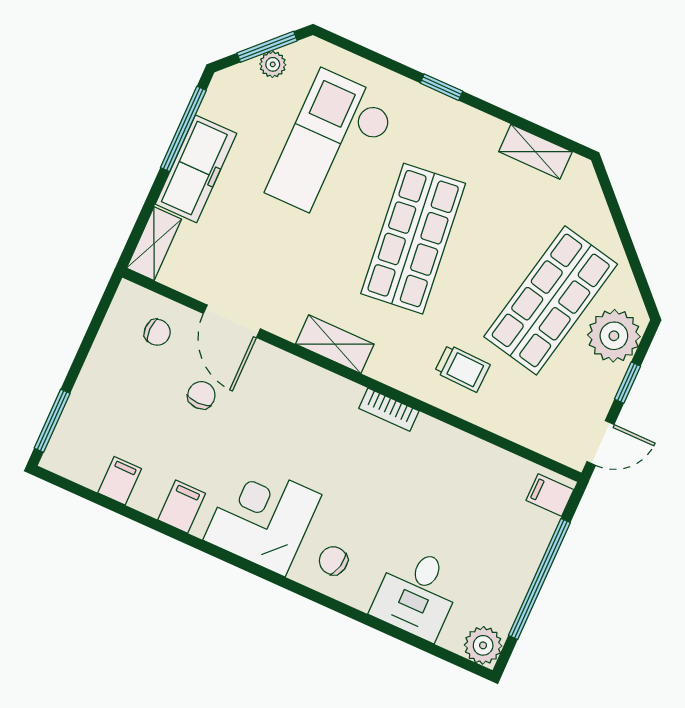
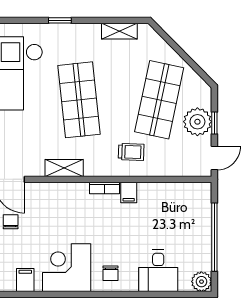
plant: (614, 336) -> (197, 122), moved
filing cabinet: (550, 495) -> (129, 192), moved, turned -90
chair: (333, 561) -> (111, 273), turned -102

